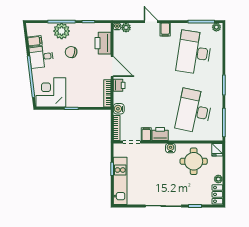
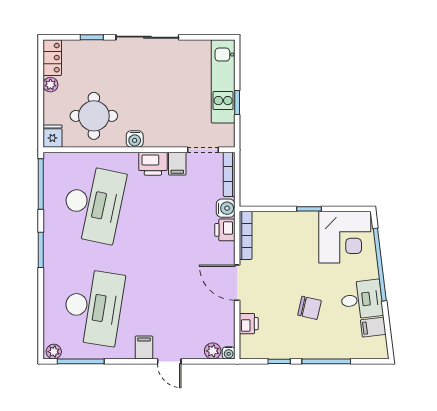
plant: (62, 31) -> (326, 345), removed
printer: (103, 43) -> (249, 324), width x0.53, depth x0.68
printer: (119, 85) -> (225, 230), moved

